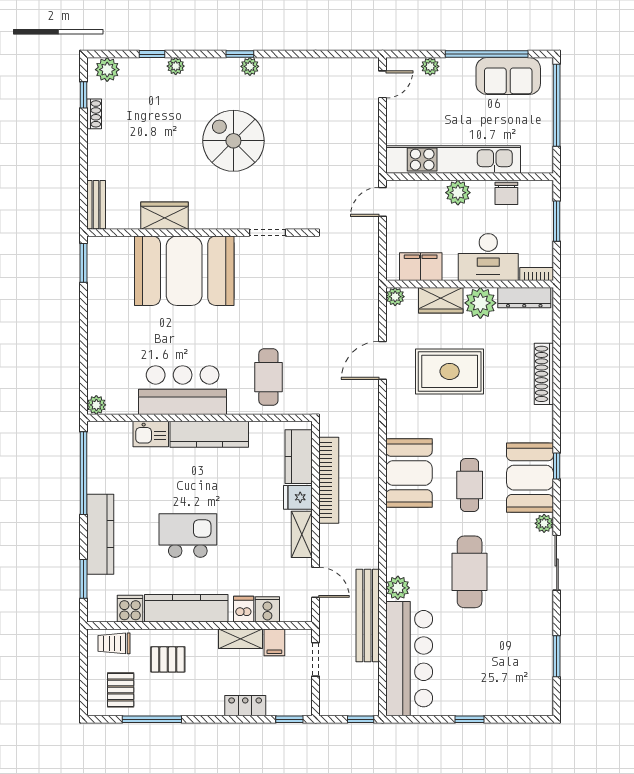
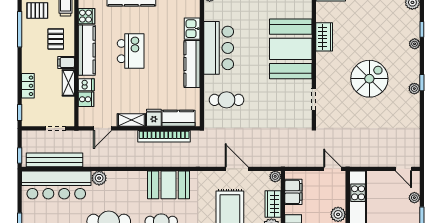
bench: (368, 616) -> (54, 160), moved
filing cabinet: (274, 642) -> (66, 62), moved

